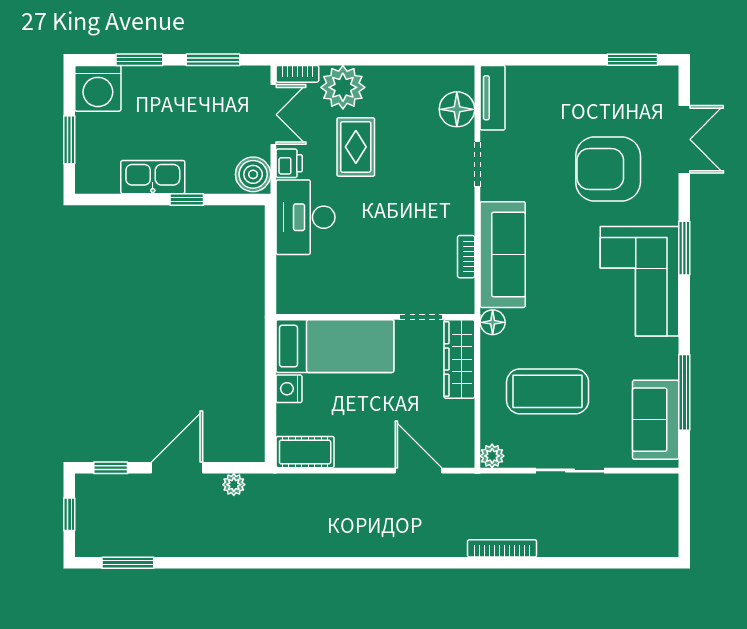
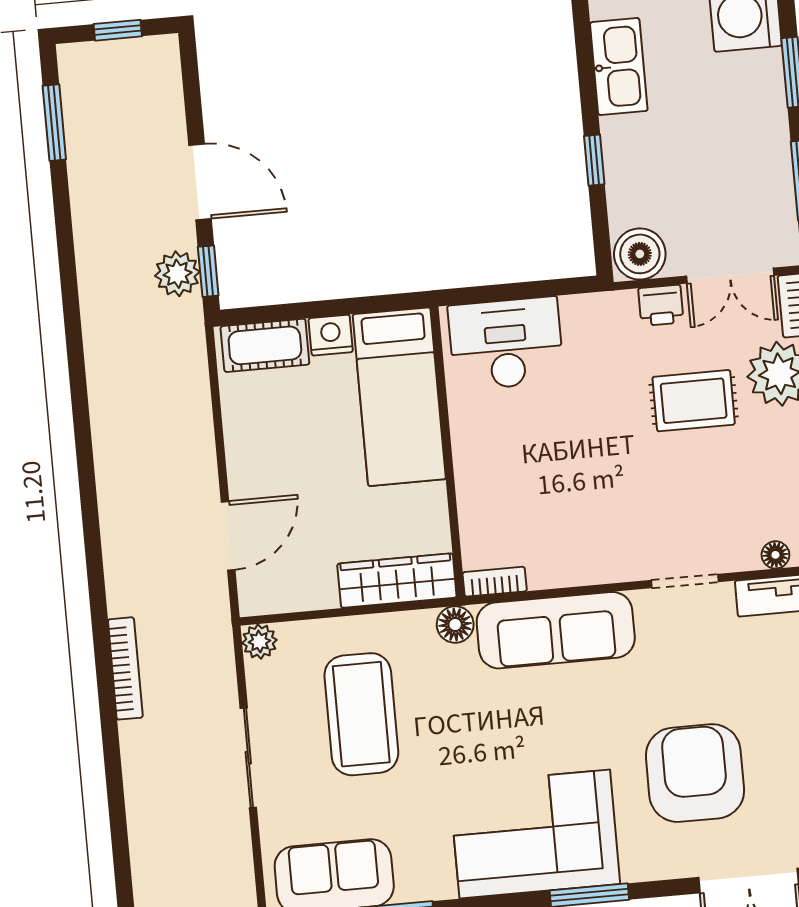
floor lamp: (457, 109) -> (775, 555), width x0.53, depth x0.53
kitchen sink: (153, 177) -> (619, 67), moved
desk: (305, 217) -> (506, 344), moved
bookcase: (466, 257) -> (495, 582), moved
doorway: (421, 317) -> (454, 519), removed
cot: (305, 452) -> (265, 345), moved, turned 90
window: (111, 468) -> (208, 271), moved
plant: (234, 485) -> (177, 274), width x1.38, depth x1.38

